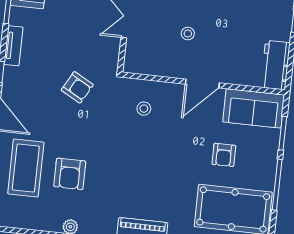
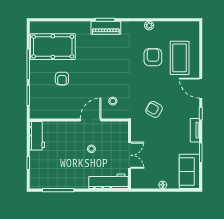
door: (202, 83) -> (91, 120), moved
sofa: (254, 108) -> (47, 108), removed
armchair: (224, 155) -> (62, 79), turned 180

